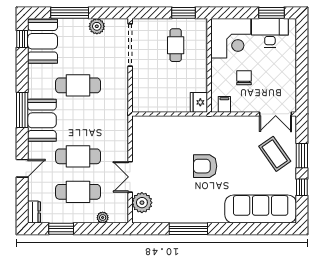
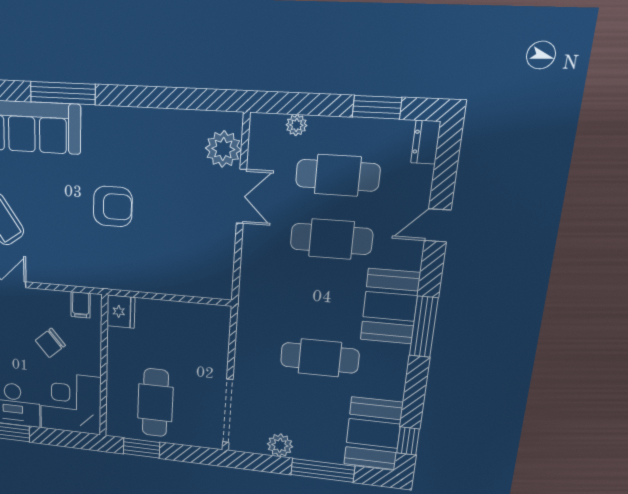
cafe table: (176, 45) -> (155, 403), width x1.37, depth x1.35
chair: (244, 78) -> (50, 343), turned 49
window: (188, 229) -> (63, 93), moved

